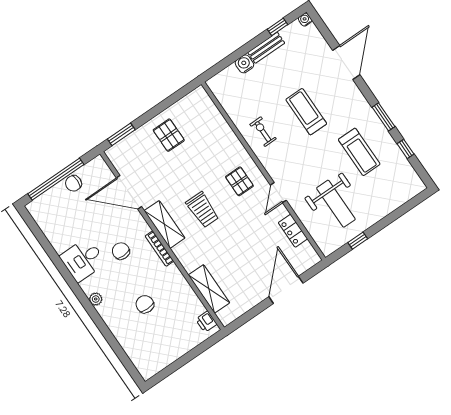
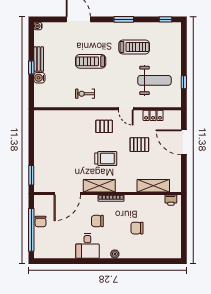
window: (278, 27) -> (31, 68), moved
pallet: (169, 135) -> (139, 145), moved
window: (406, 149) -> (166, 19), moved

